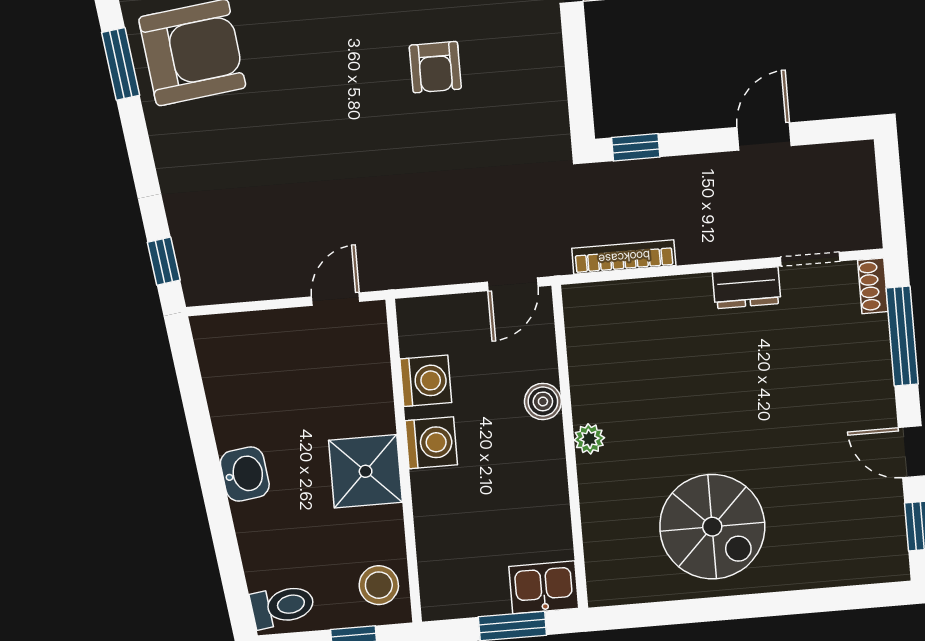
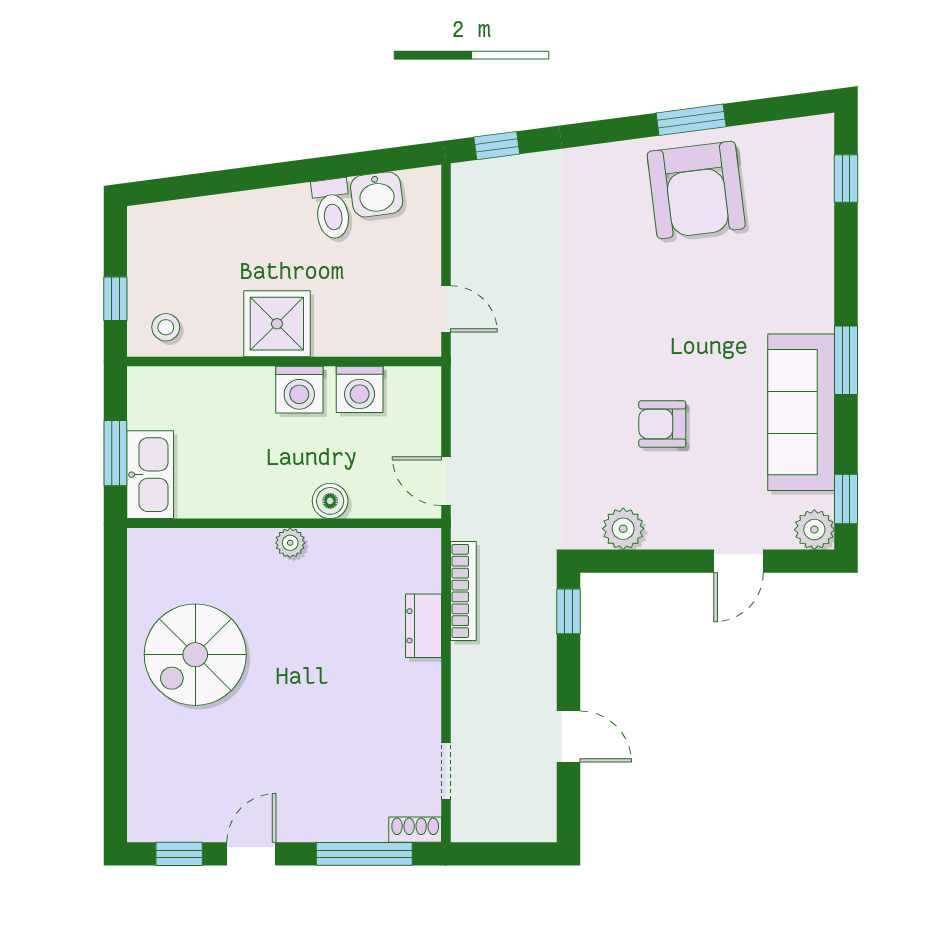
plant: (546, 98) -> (623, 529), added
dresser: (747, 288) -> (423, 626), moved
washbasin: (245, 474) -> (377, 194), moved
stool: (379, 585) -> (166, 327), width x0.73, depth x0.73
kitchen sink: (544, 587) -> (150, 475), width x1.38
toilet: (283, 606) -> (332, 209), moved

